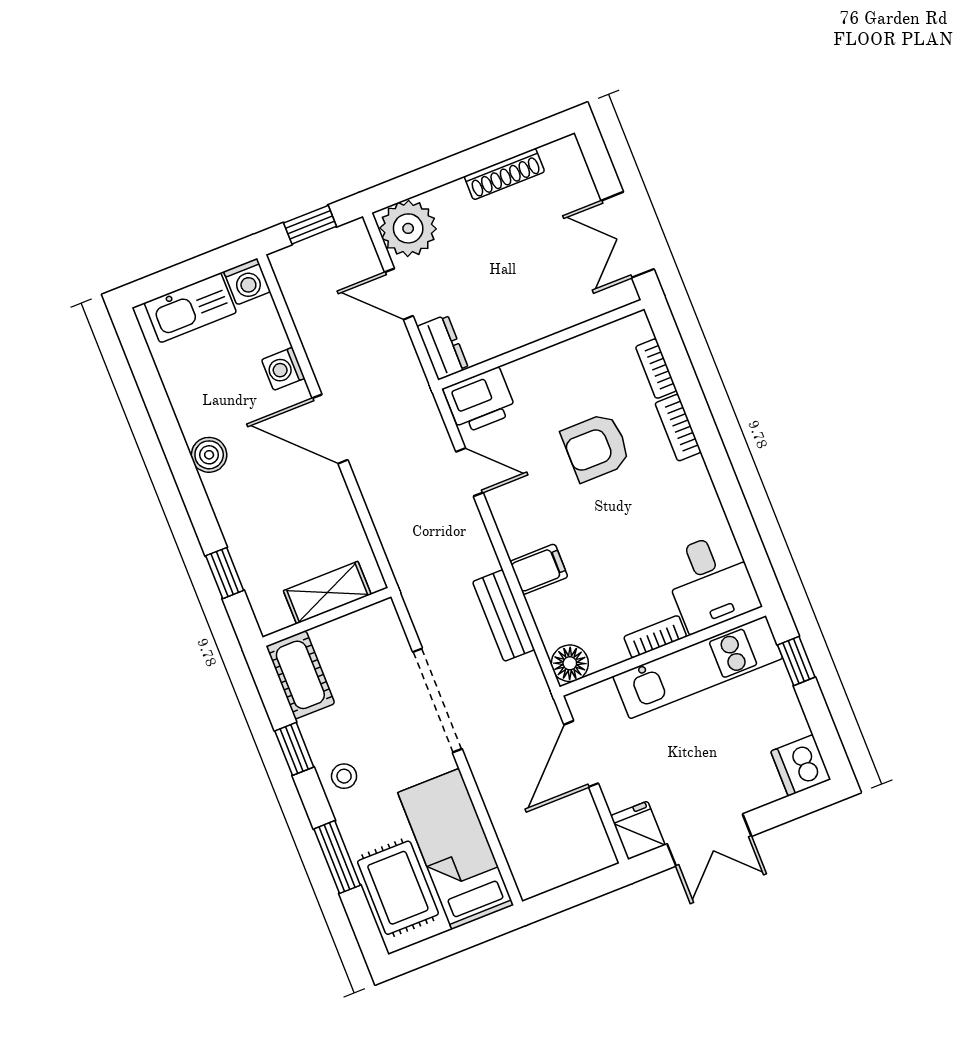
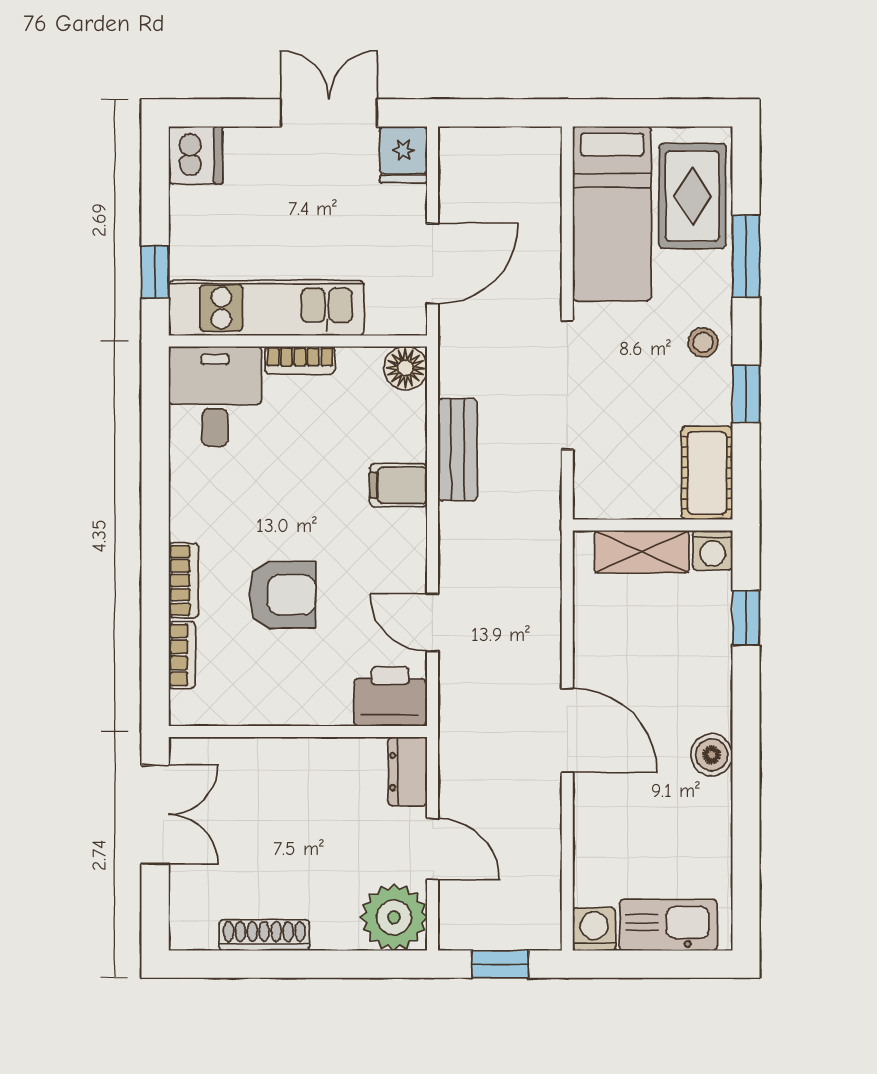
washing machine: (283, 369) -> (713, 550), moved, turned 90

